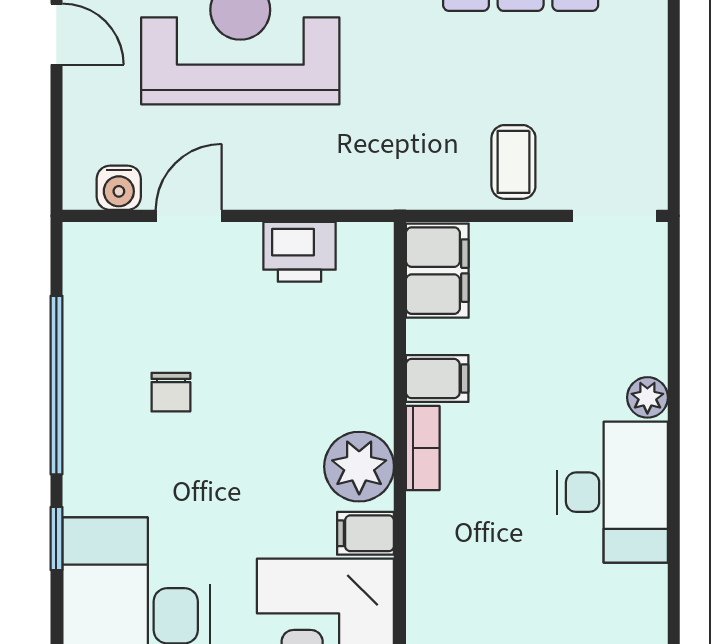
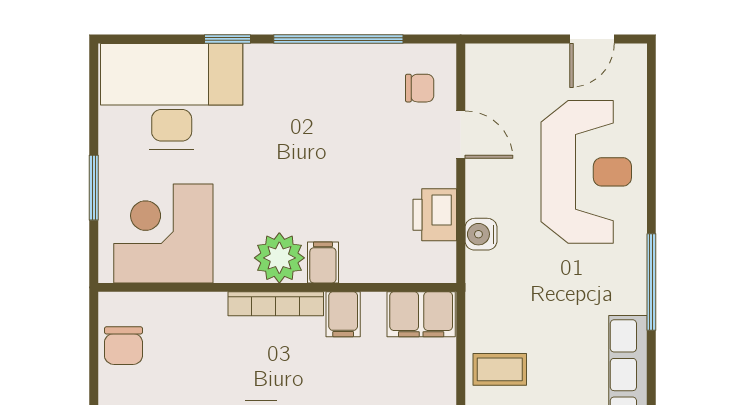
water cooler: (119, 188) -> (481, 234), moved
chair: (171, 392) -> (420, 88), moved, turned 180
bookcase: (423, 448) -> (276, 304), width x1.56
filing cabinet: (366, 533) -> (323, 262), moved

